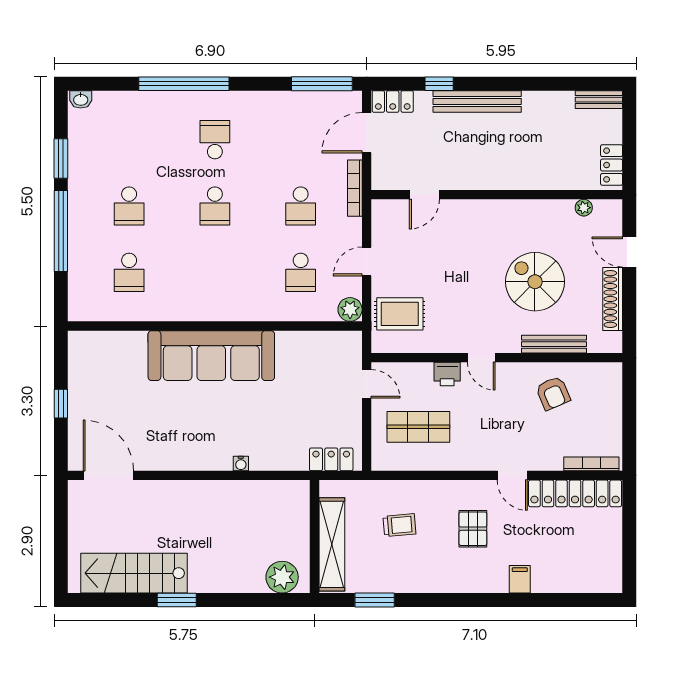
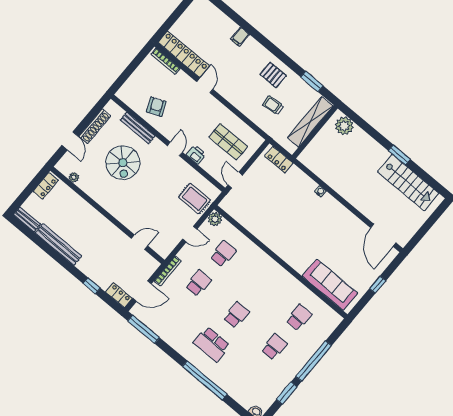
bench: (477, 101) -> (58, 244), moved
school desk: (215, 140) -> (212, 344), width x1.85
sofa: (211, 356) -> (330, 285), moved, width x0.74, depth x0.79
pallet: (473, 529) -> (273, 75), moved, turned 90

